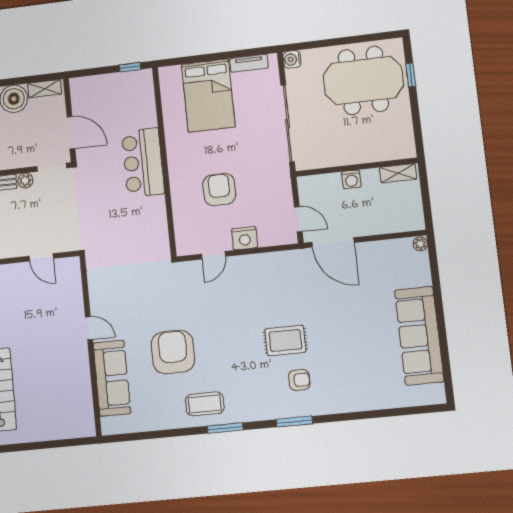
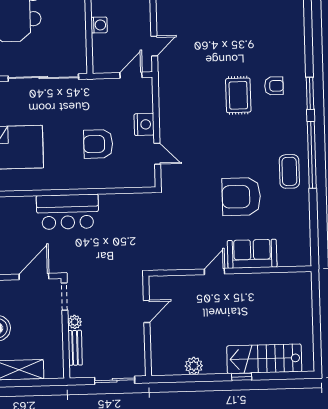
door: (333, 242) -> (154, 46), width x0.53
sofa: (112, 378) -> (252, 254), width x0.73
armchair: (299, 380) -> (274, 86), turned 90
window: (225, 428) -> (312, 155), width x2.11

